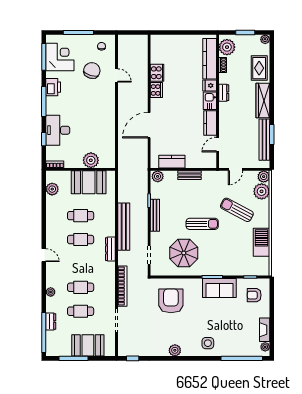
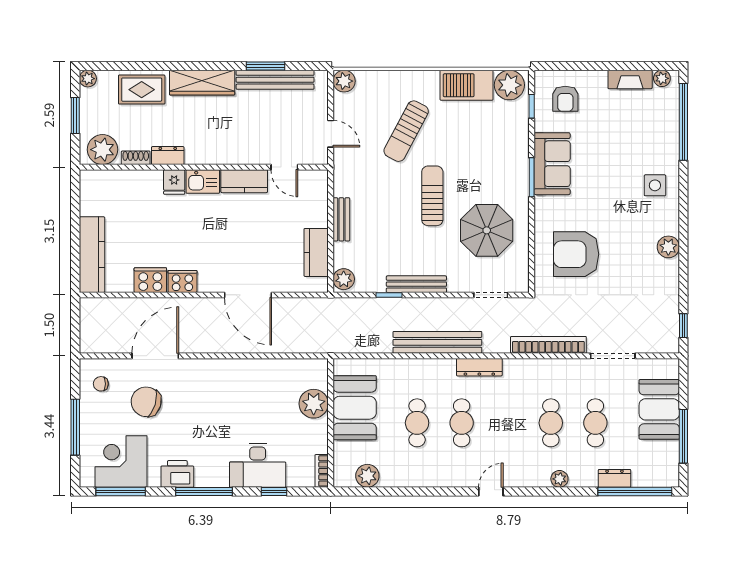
kitchen counter: (210, 59) -> (92, 255), moved, turned -90
door: (116, 75) -> (155, 356), width x1.87
dresser: (224, 93) -> (168, 156), moved
plant: (262, 191) -> (509, 85), moved

